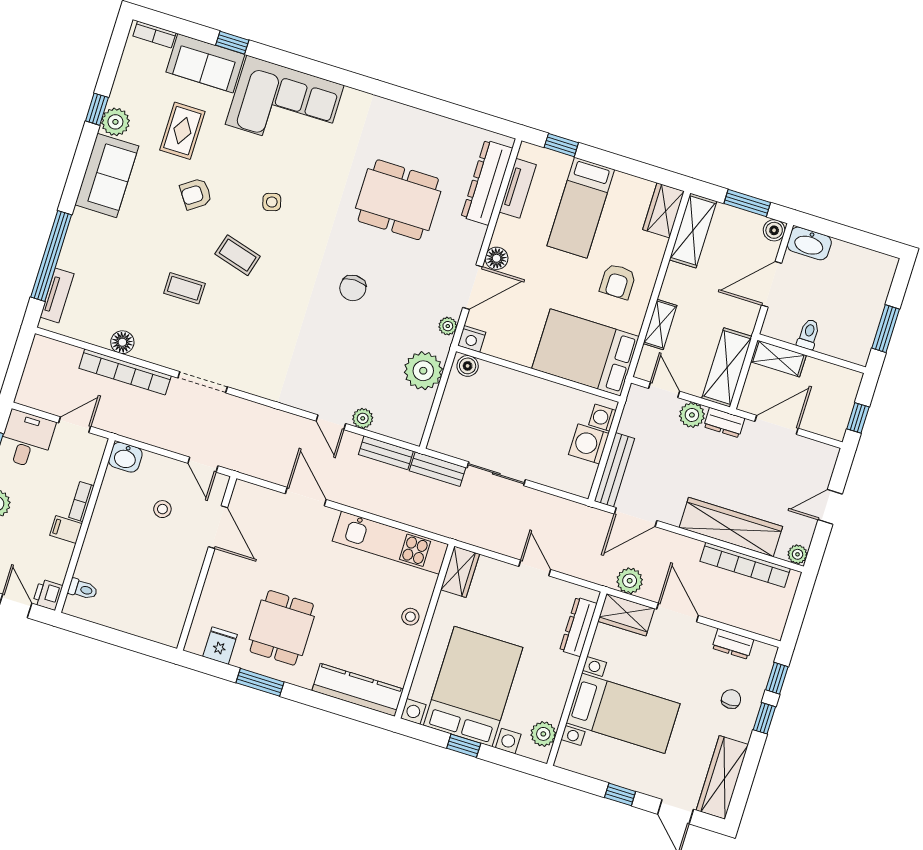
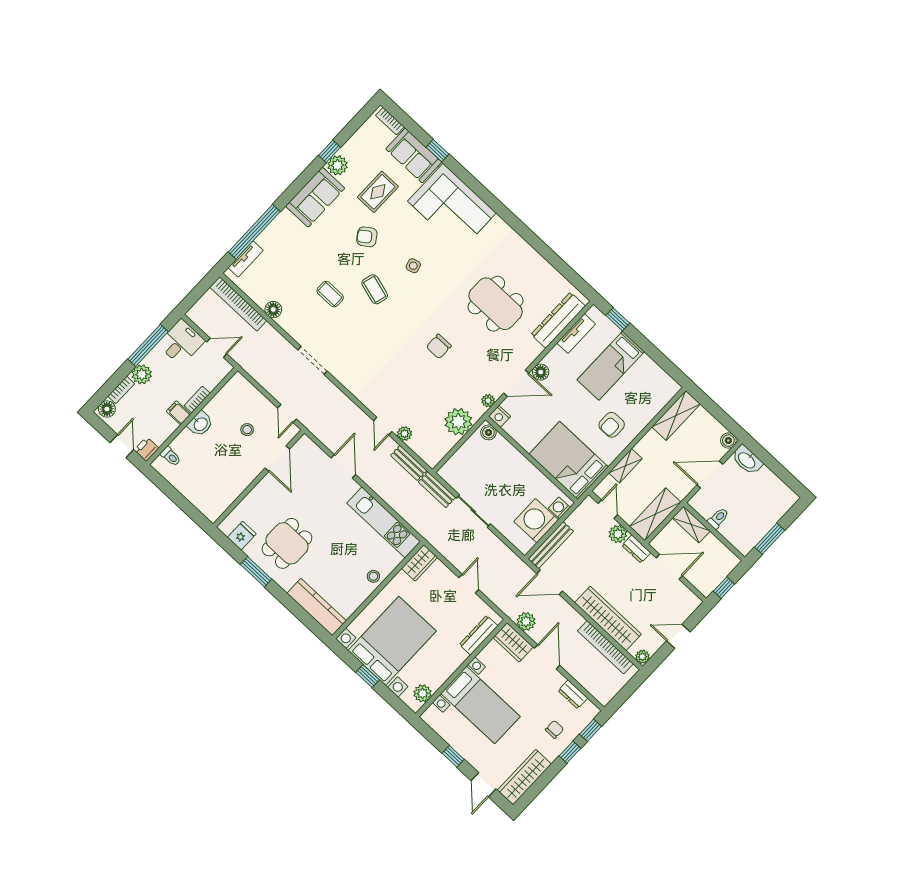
window: (747, 203) -> (720, 415), removed
wardrobe: (663, 210) -> (663, 393), removed
bookcase: (125, 372) -> (238, 304), moved
washing machine: (589, 444) -> (536, 521), width x1.37, depth x1.37
washbasin: (125, 457) -> (200, 424), moved, turned -90

